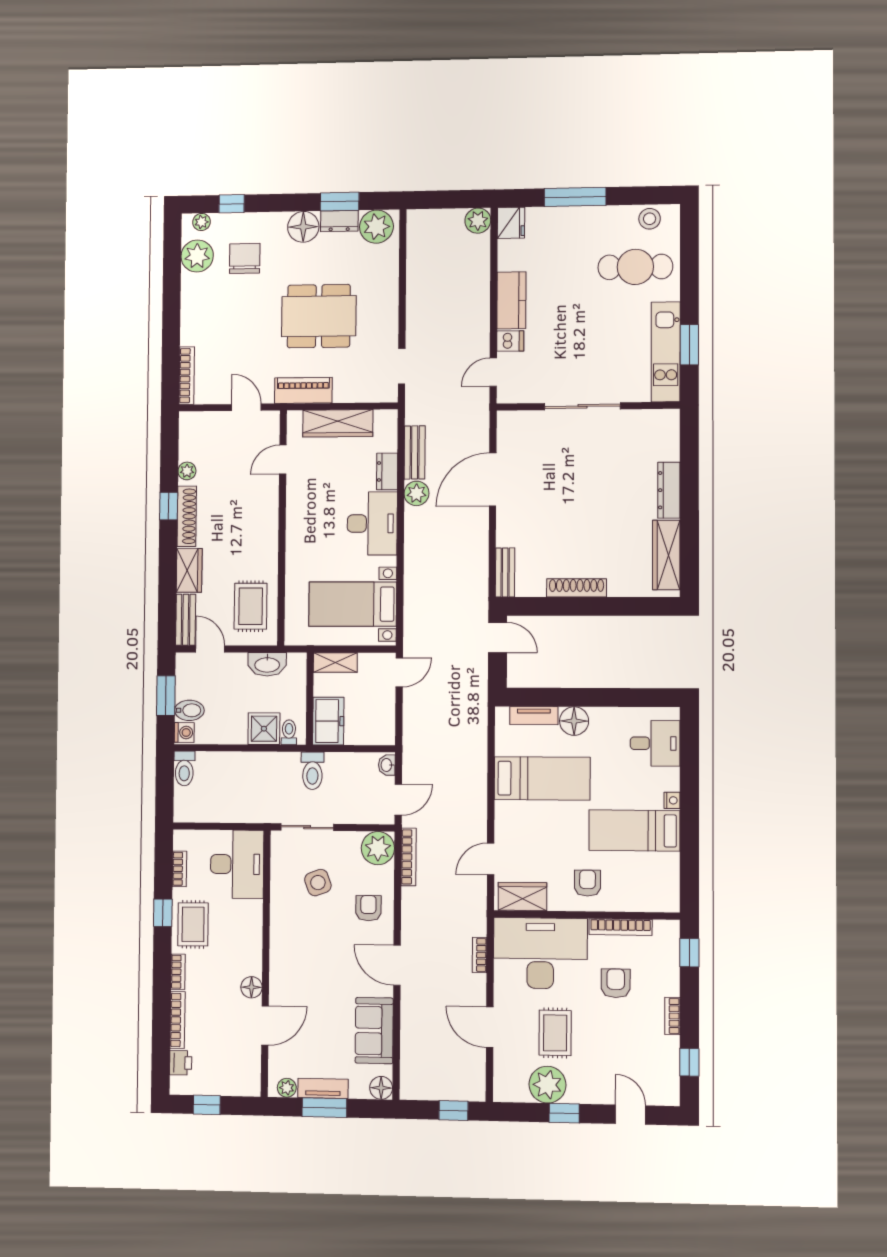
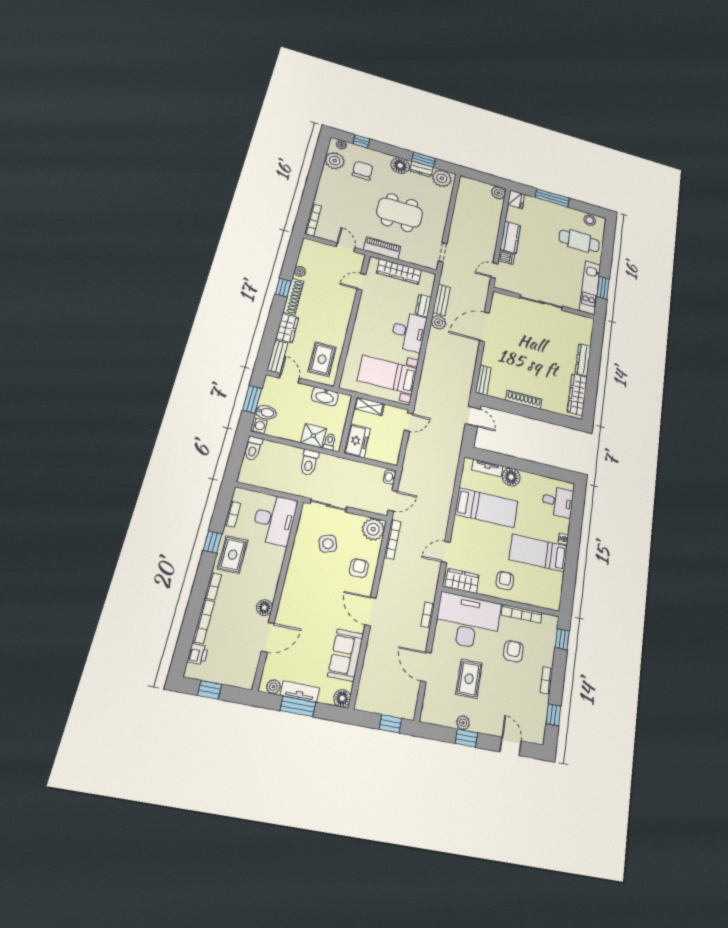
toilet: (312, 771) -> (309, 462), moved
plant: (547, 1085) -> (463, 723), width x0.53, depth x0.53

